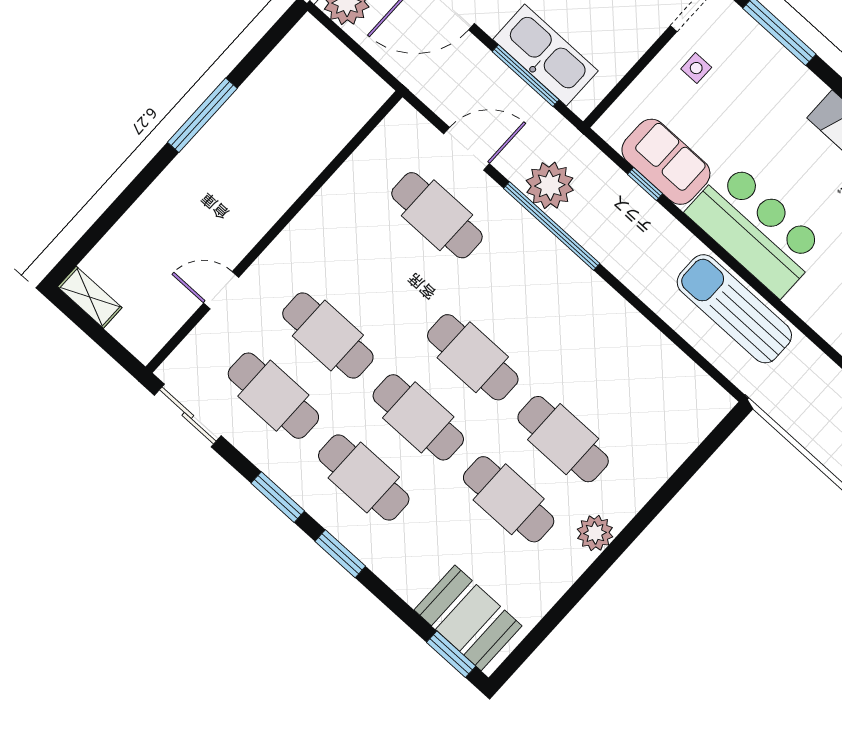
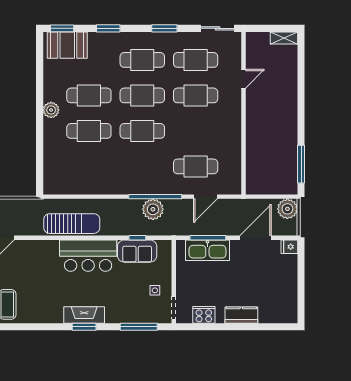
window: (202, 115) -> (301, 164), moved
plant: (550, 185) -> (153, 209), moved
window: (340, 554) -> (108, 28), moved

